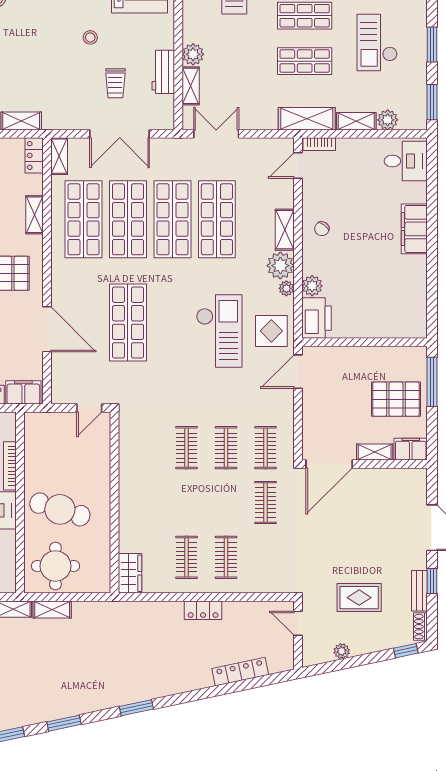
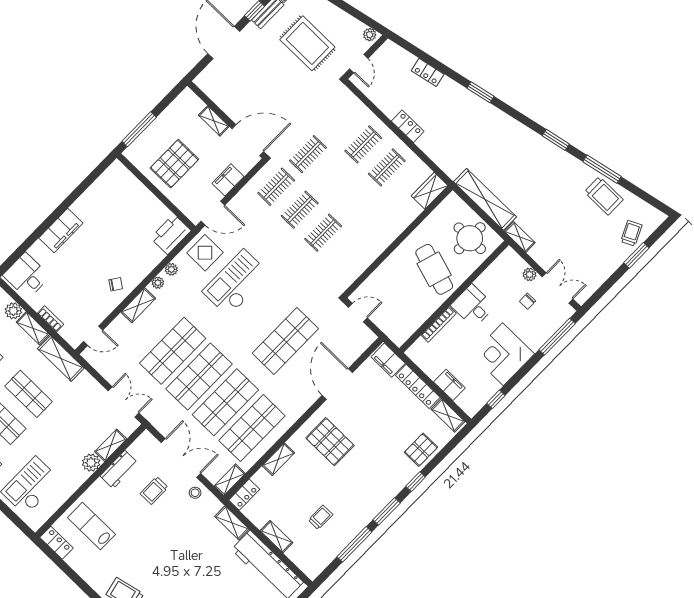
stool: (90, 37) -> (195, 493), moved
trolley: (115, 83) -> (154, 490), turned 180
double door: (216, 134) -> (123, 402), swing flipped
bookcase: (319, 144) -> (51, 319), moved
plant: (280, 266) -> (158, 283), width x0.53, depth x0.53
plant: (312, 286) -> (155, 256), removed
pallet: (396, 399) -> (174, 164), moved, turned 90
filing cabinet: (411, 449) -> (228, 180), moved, turned 90
rug: (359, 598) -> (307, 43), width x1.36, depth x1.43
shelving: (52, 610) -> (485, 199), width x2.20, depth x1.33
plant: (342, 651) -> (370, 35), moved
locker: (240, 672) -> (428, 72), width x0.66
window: (136, 708) -> (480, 92), moved

